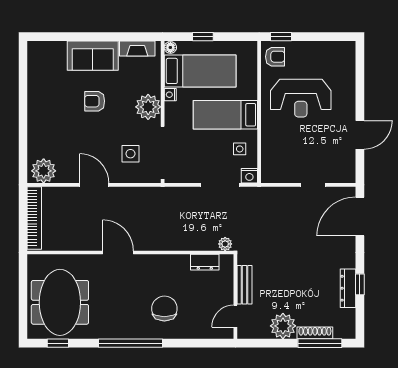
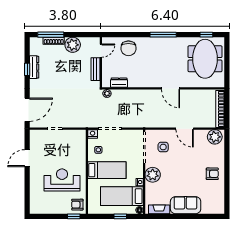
armchair: (95, 101) -> (212, 174), moved
chair: (164, 309) -> (128, 48), moved
window: (130, 343) -> (163, 35), width x0.68

